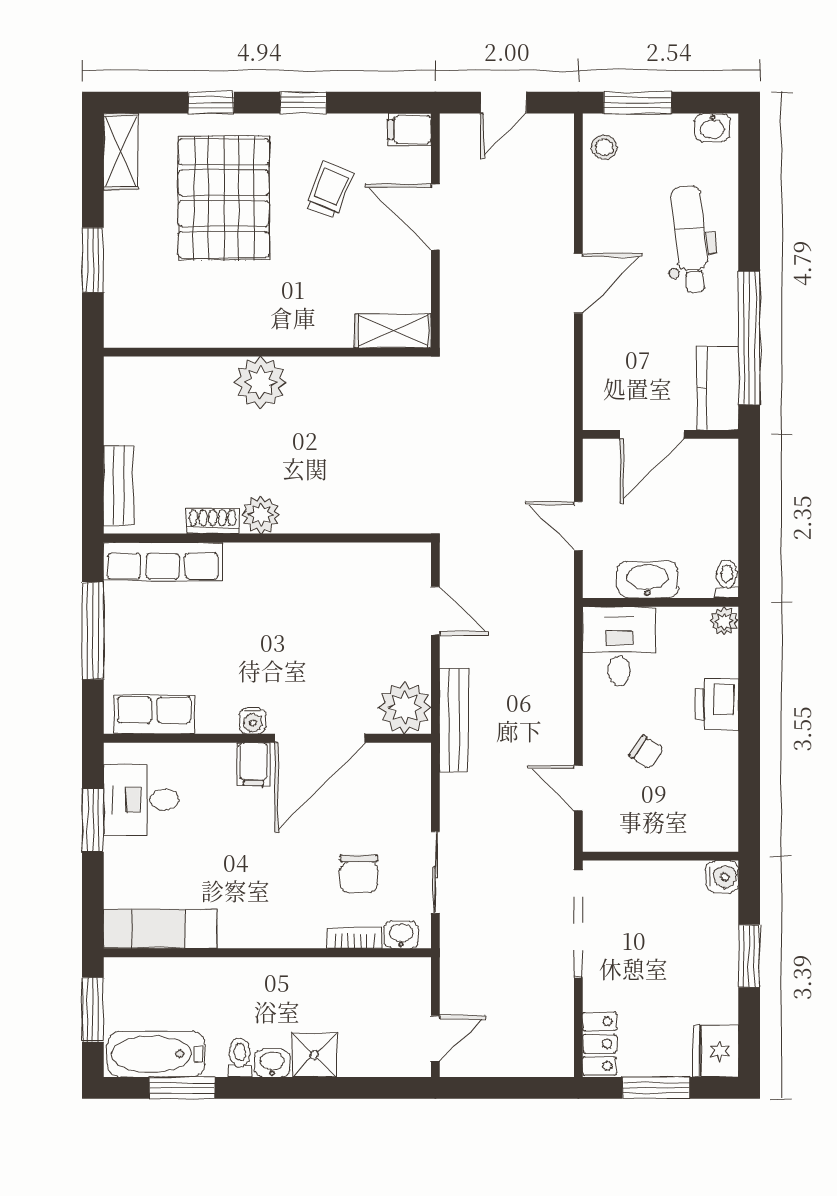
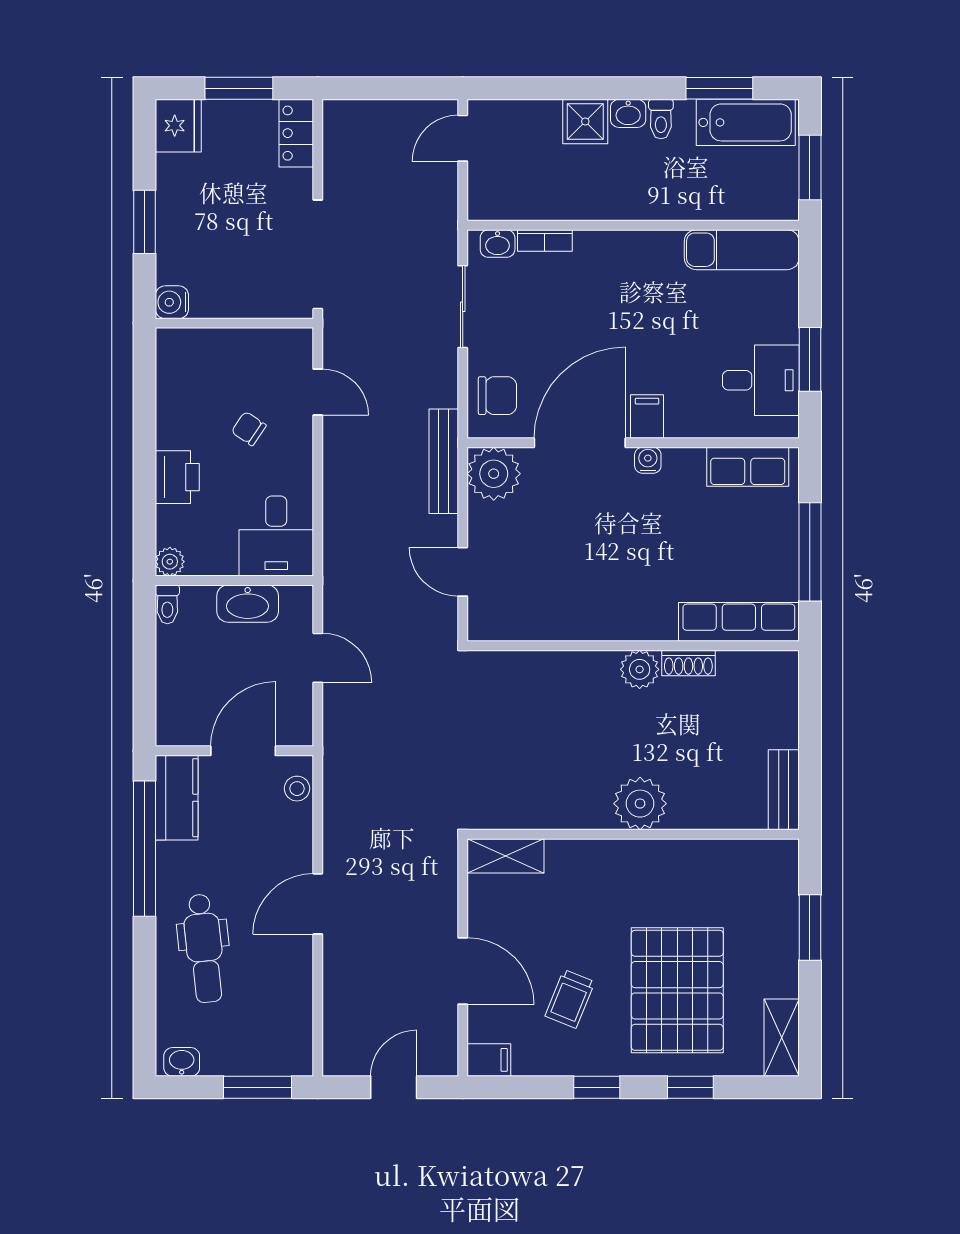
stool: (604, 147) -> (297, 789), moved
bench: (119, 485) -> (784, 790), moved
chair: (359, 873) -> (497, 396), moved, turned 90

